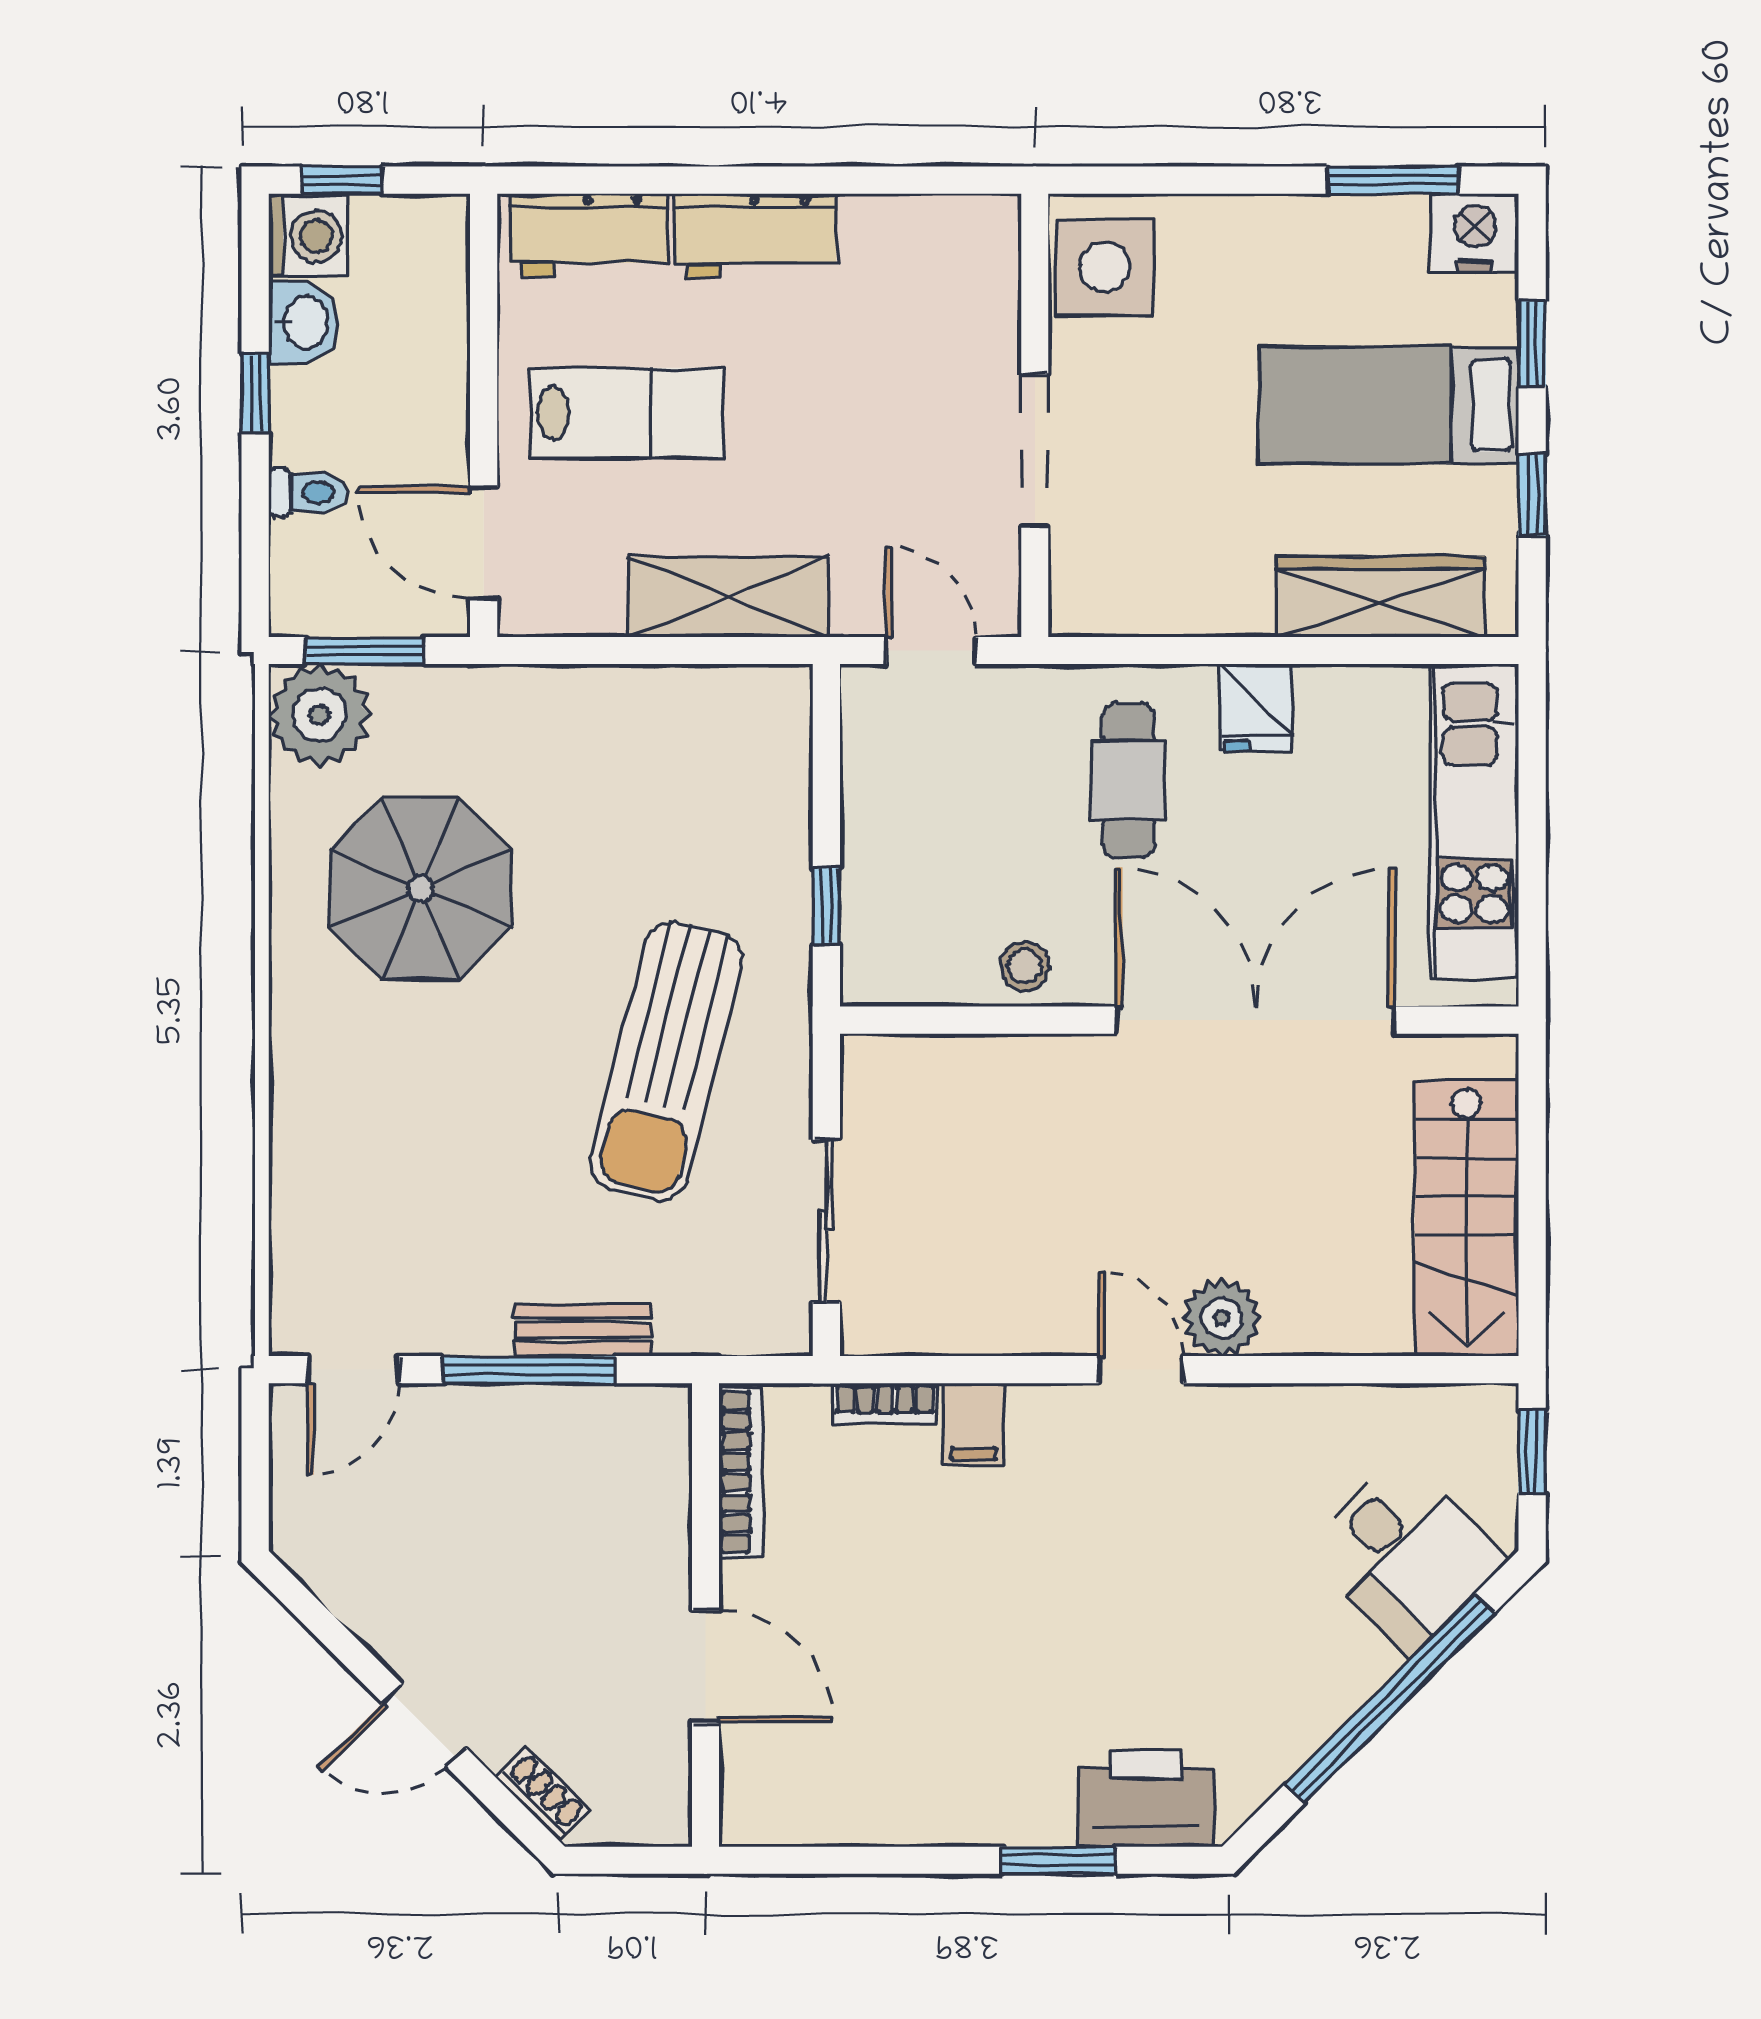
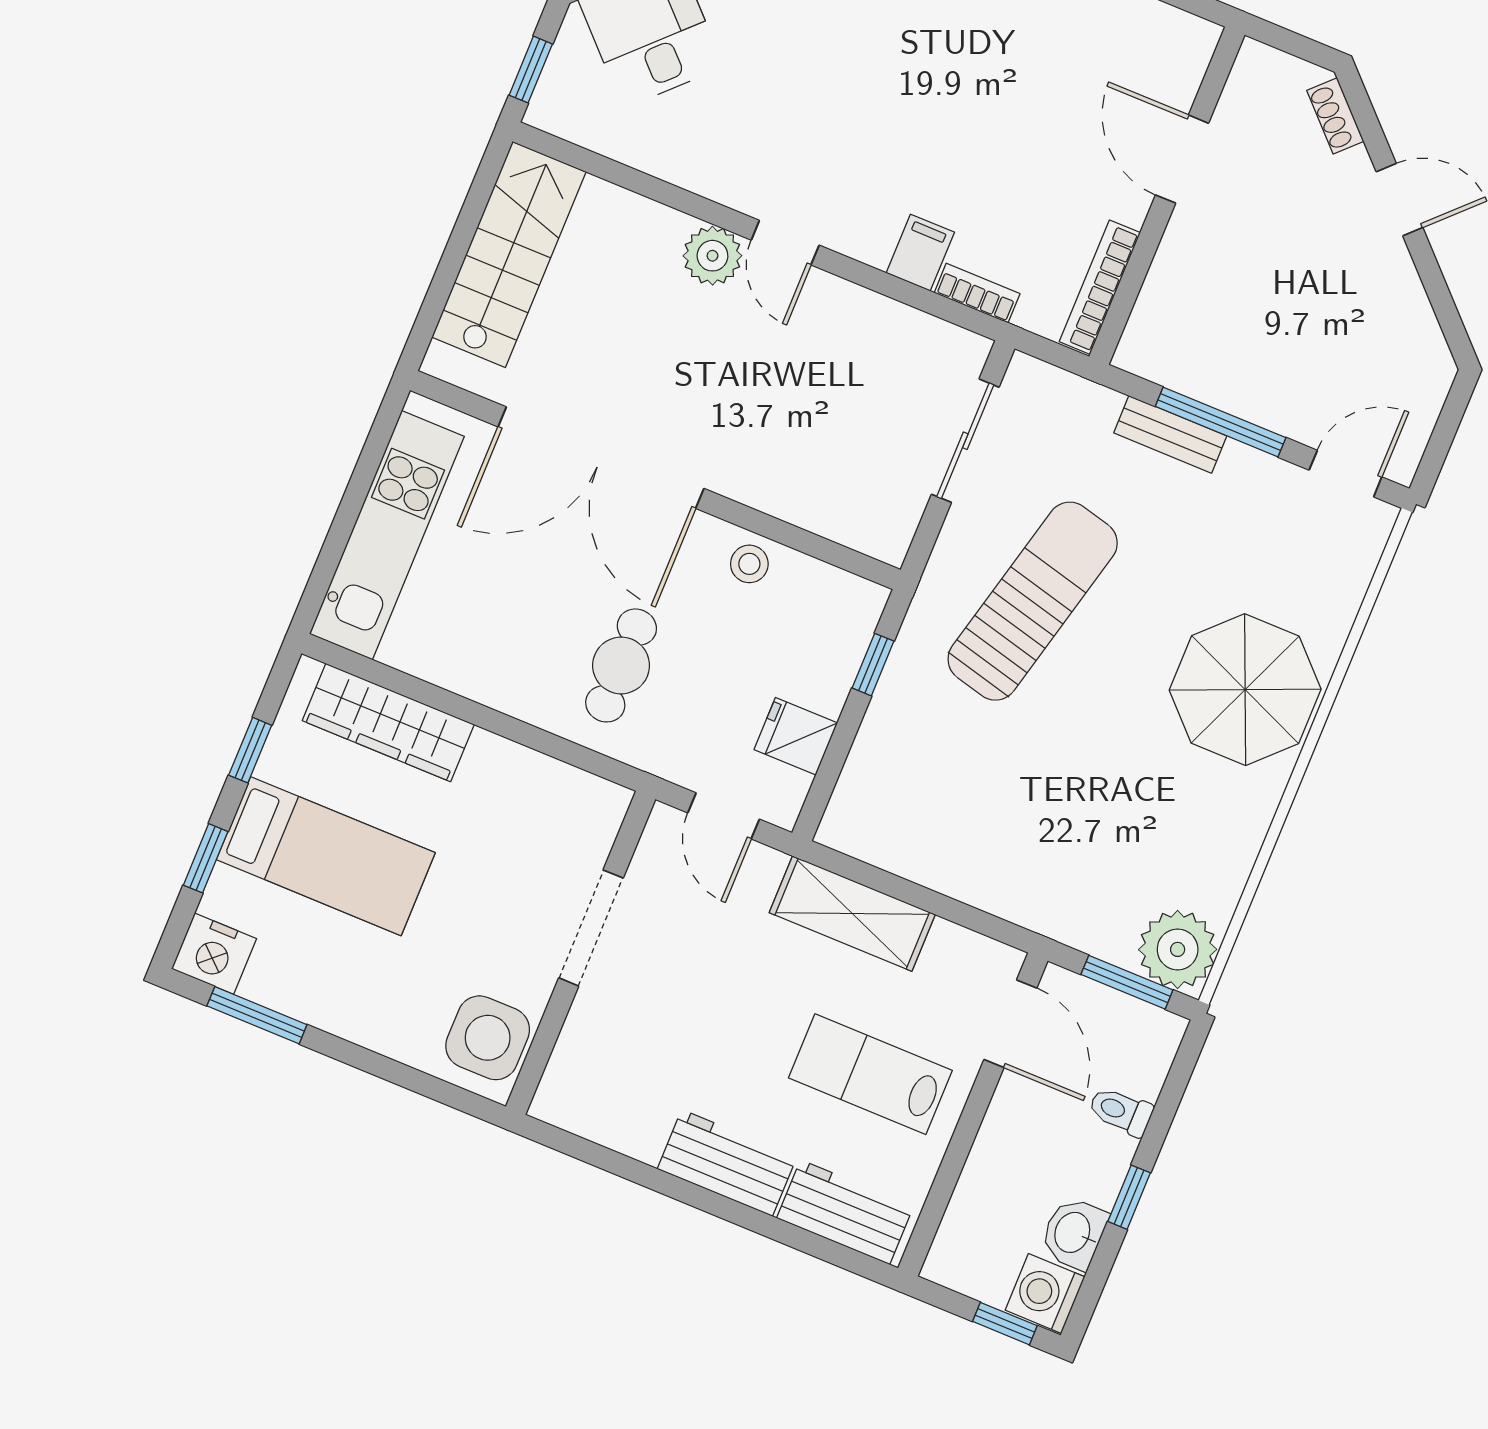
fridge: (1256, 708) -> (796, 736), moved, turned -90
parasol: (421, 889) -> (1245, 690), moved

